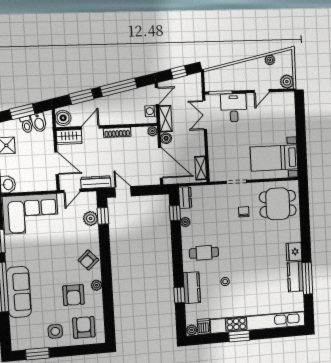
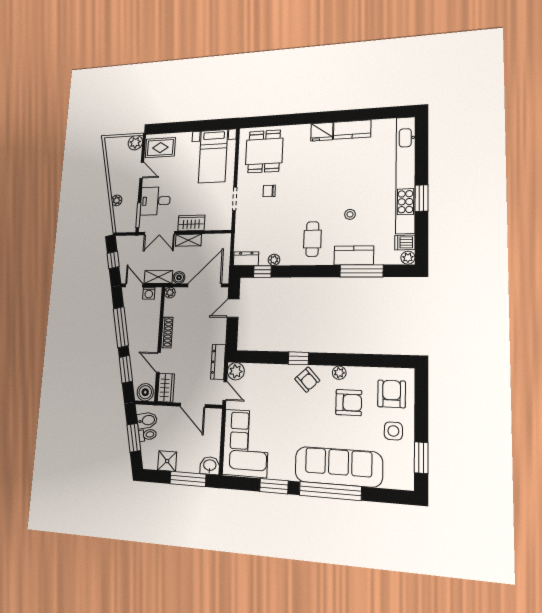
plant: (270, 60) -> (117, 200), moved
rug: (282, 107) -> (160, 148), added
wardrobe: (215, 144) -> (191, 223), added
door: (57, 163) -> (193, 405), swing flipped
shelving: (201, 168) -> (188, 240), moved
door: (123, 192) -> (233, 308), moved
window: (103, 216) -> (298, 358), moved
plant: (91, 218) -> (236, 371), moved
window: (307, 278) -> (356, 115), removed
sofa: (19, 292) -> (338, 467), width x1.36, depth x1.27
window: (179, 295) -> (361, 271), width x2.17
armchair: (84, 327) -> (392, 394), turned 90

